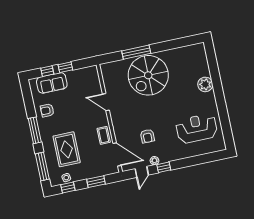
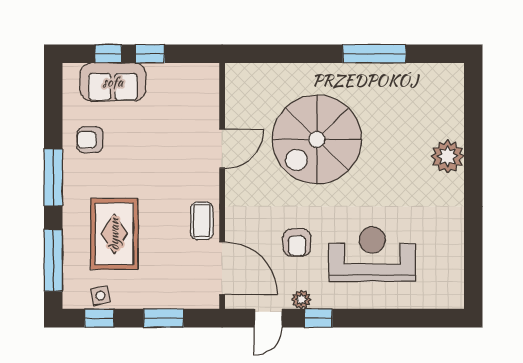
window: (136, 52) -> (374, 54), moved
spiral stairs: (148, 75) -> (317, 139), moved
door: (106, 102) -> (222, 149), swing flipped
reception desk: (197, 129) -> (372, 254), moved

